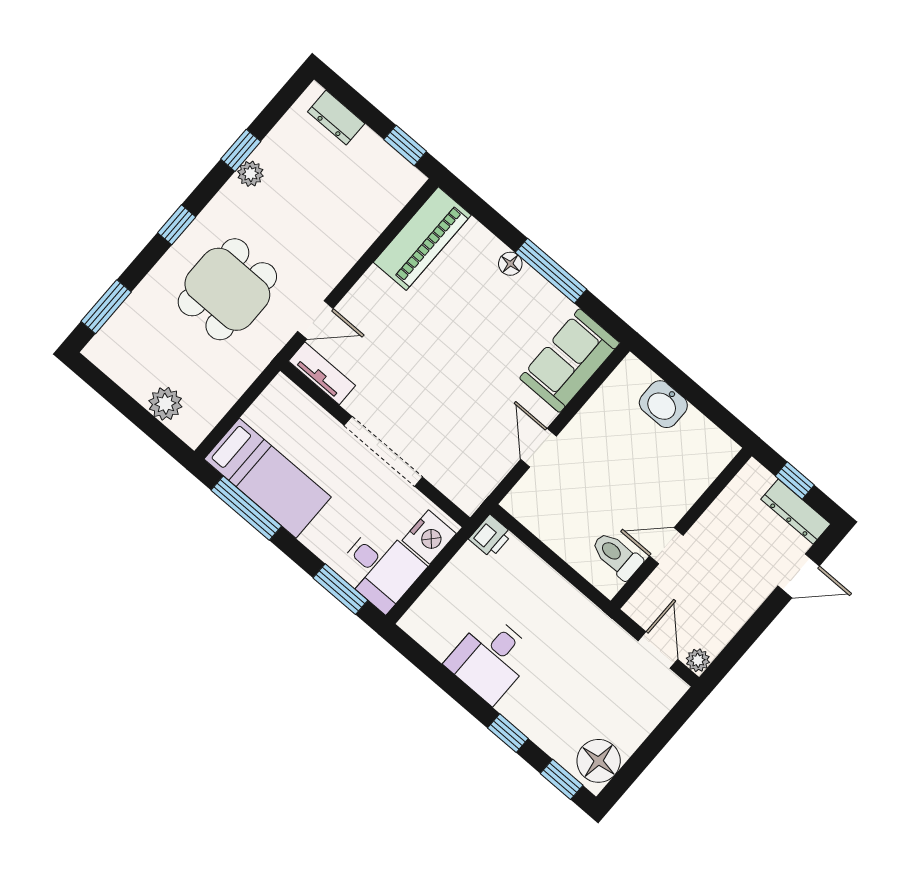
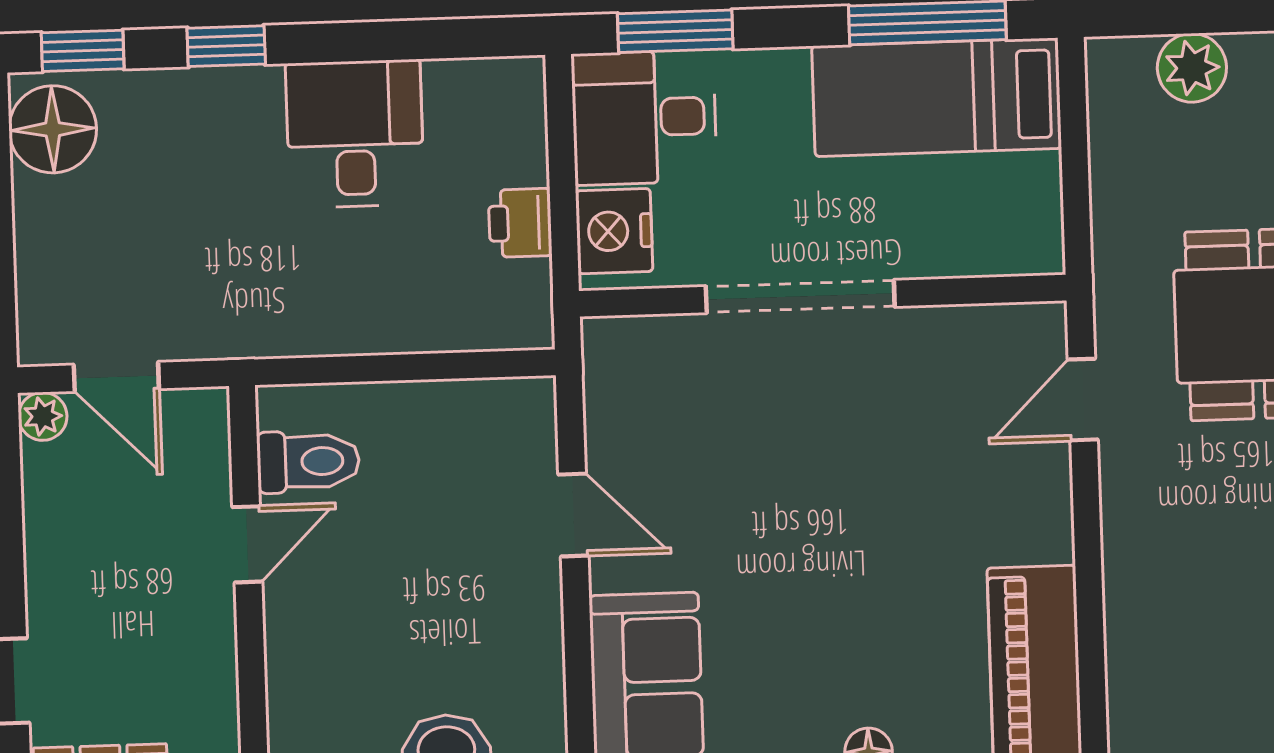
tv unit: (322, 373) -> (999, 329), removed
printer: (491, 536) -> (520, 223), moved

